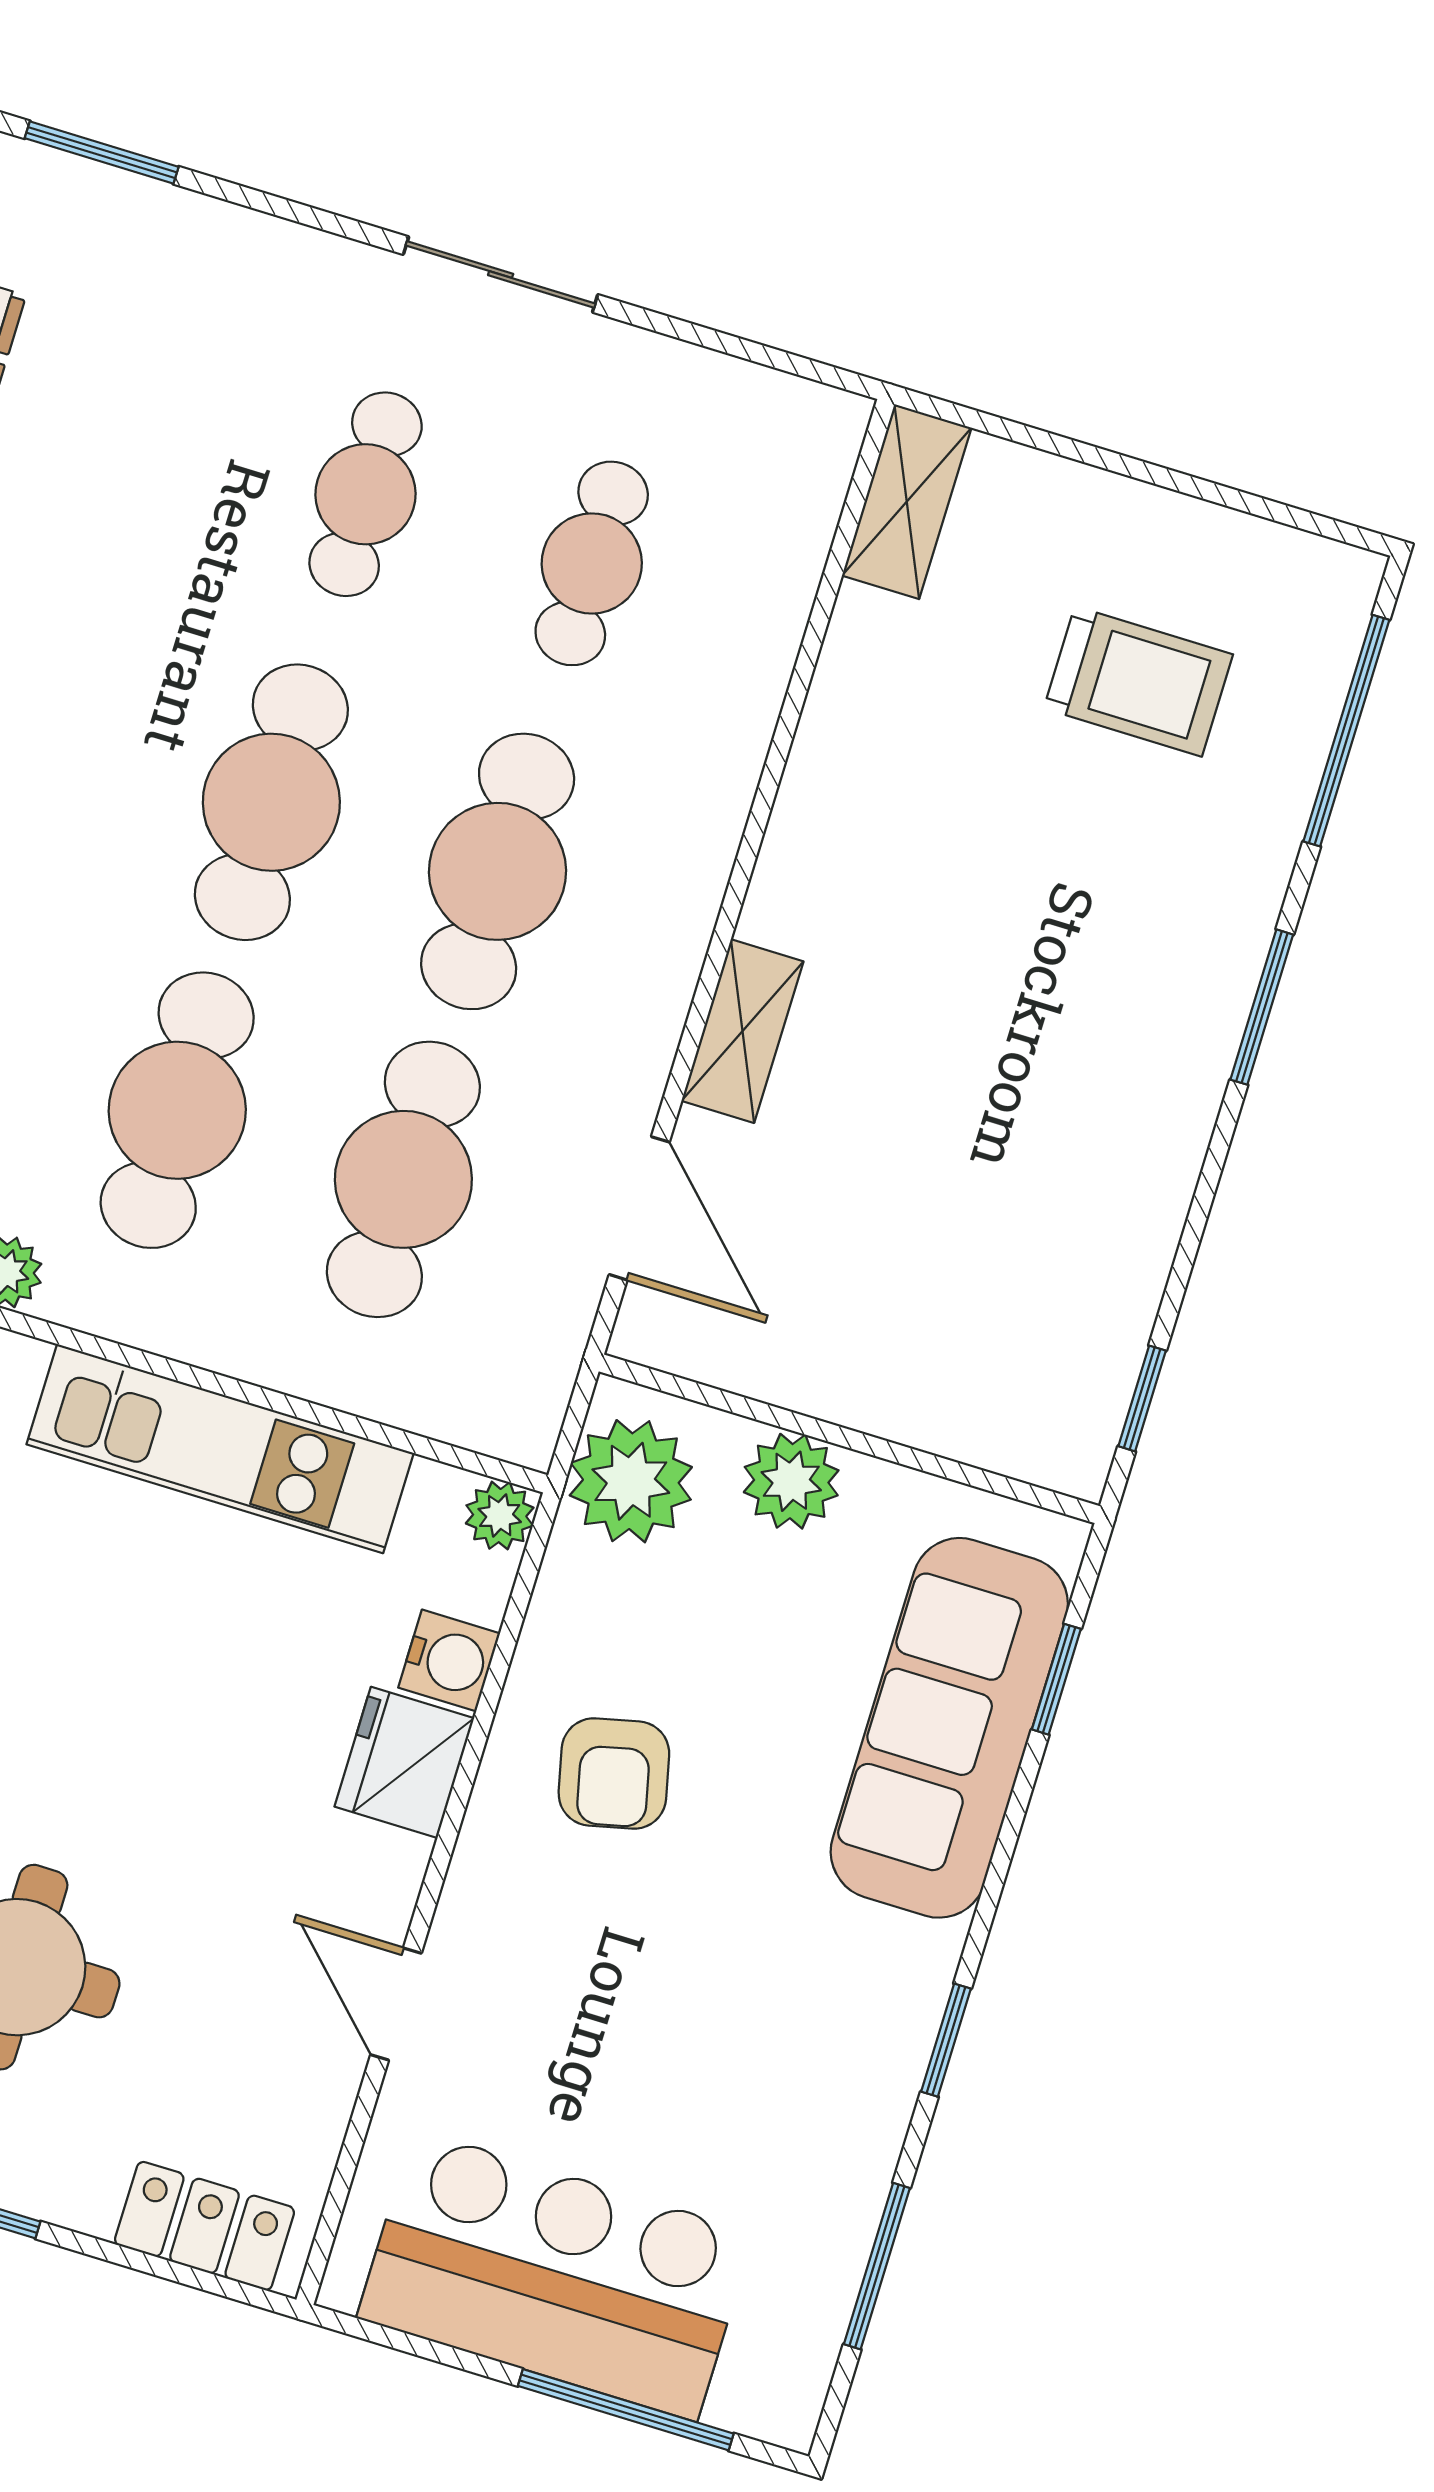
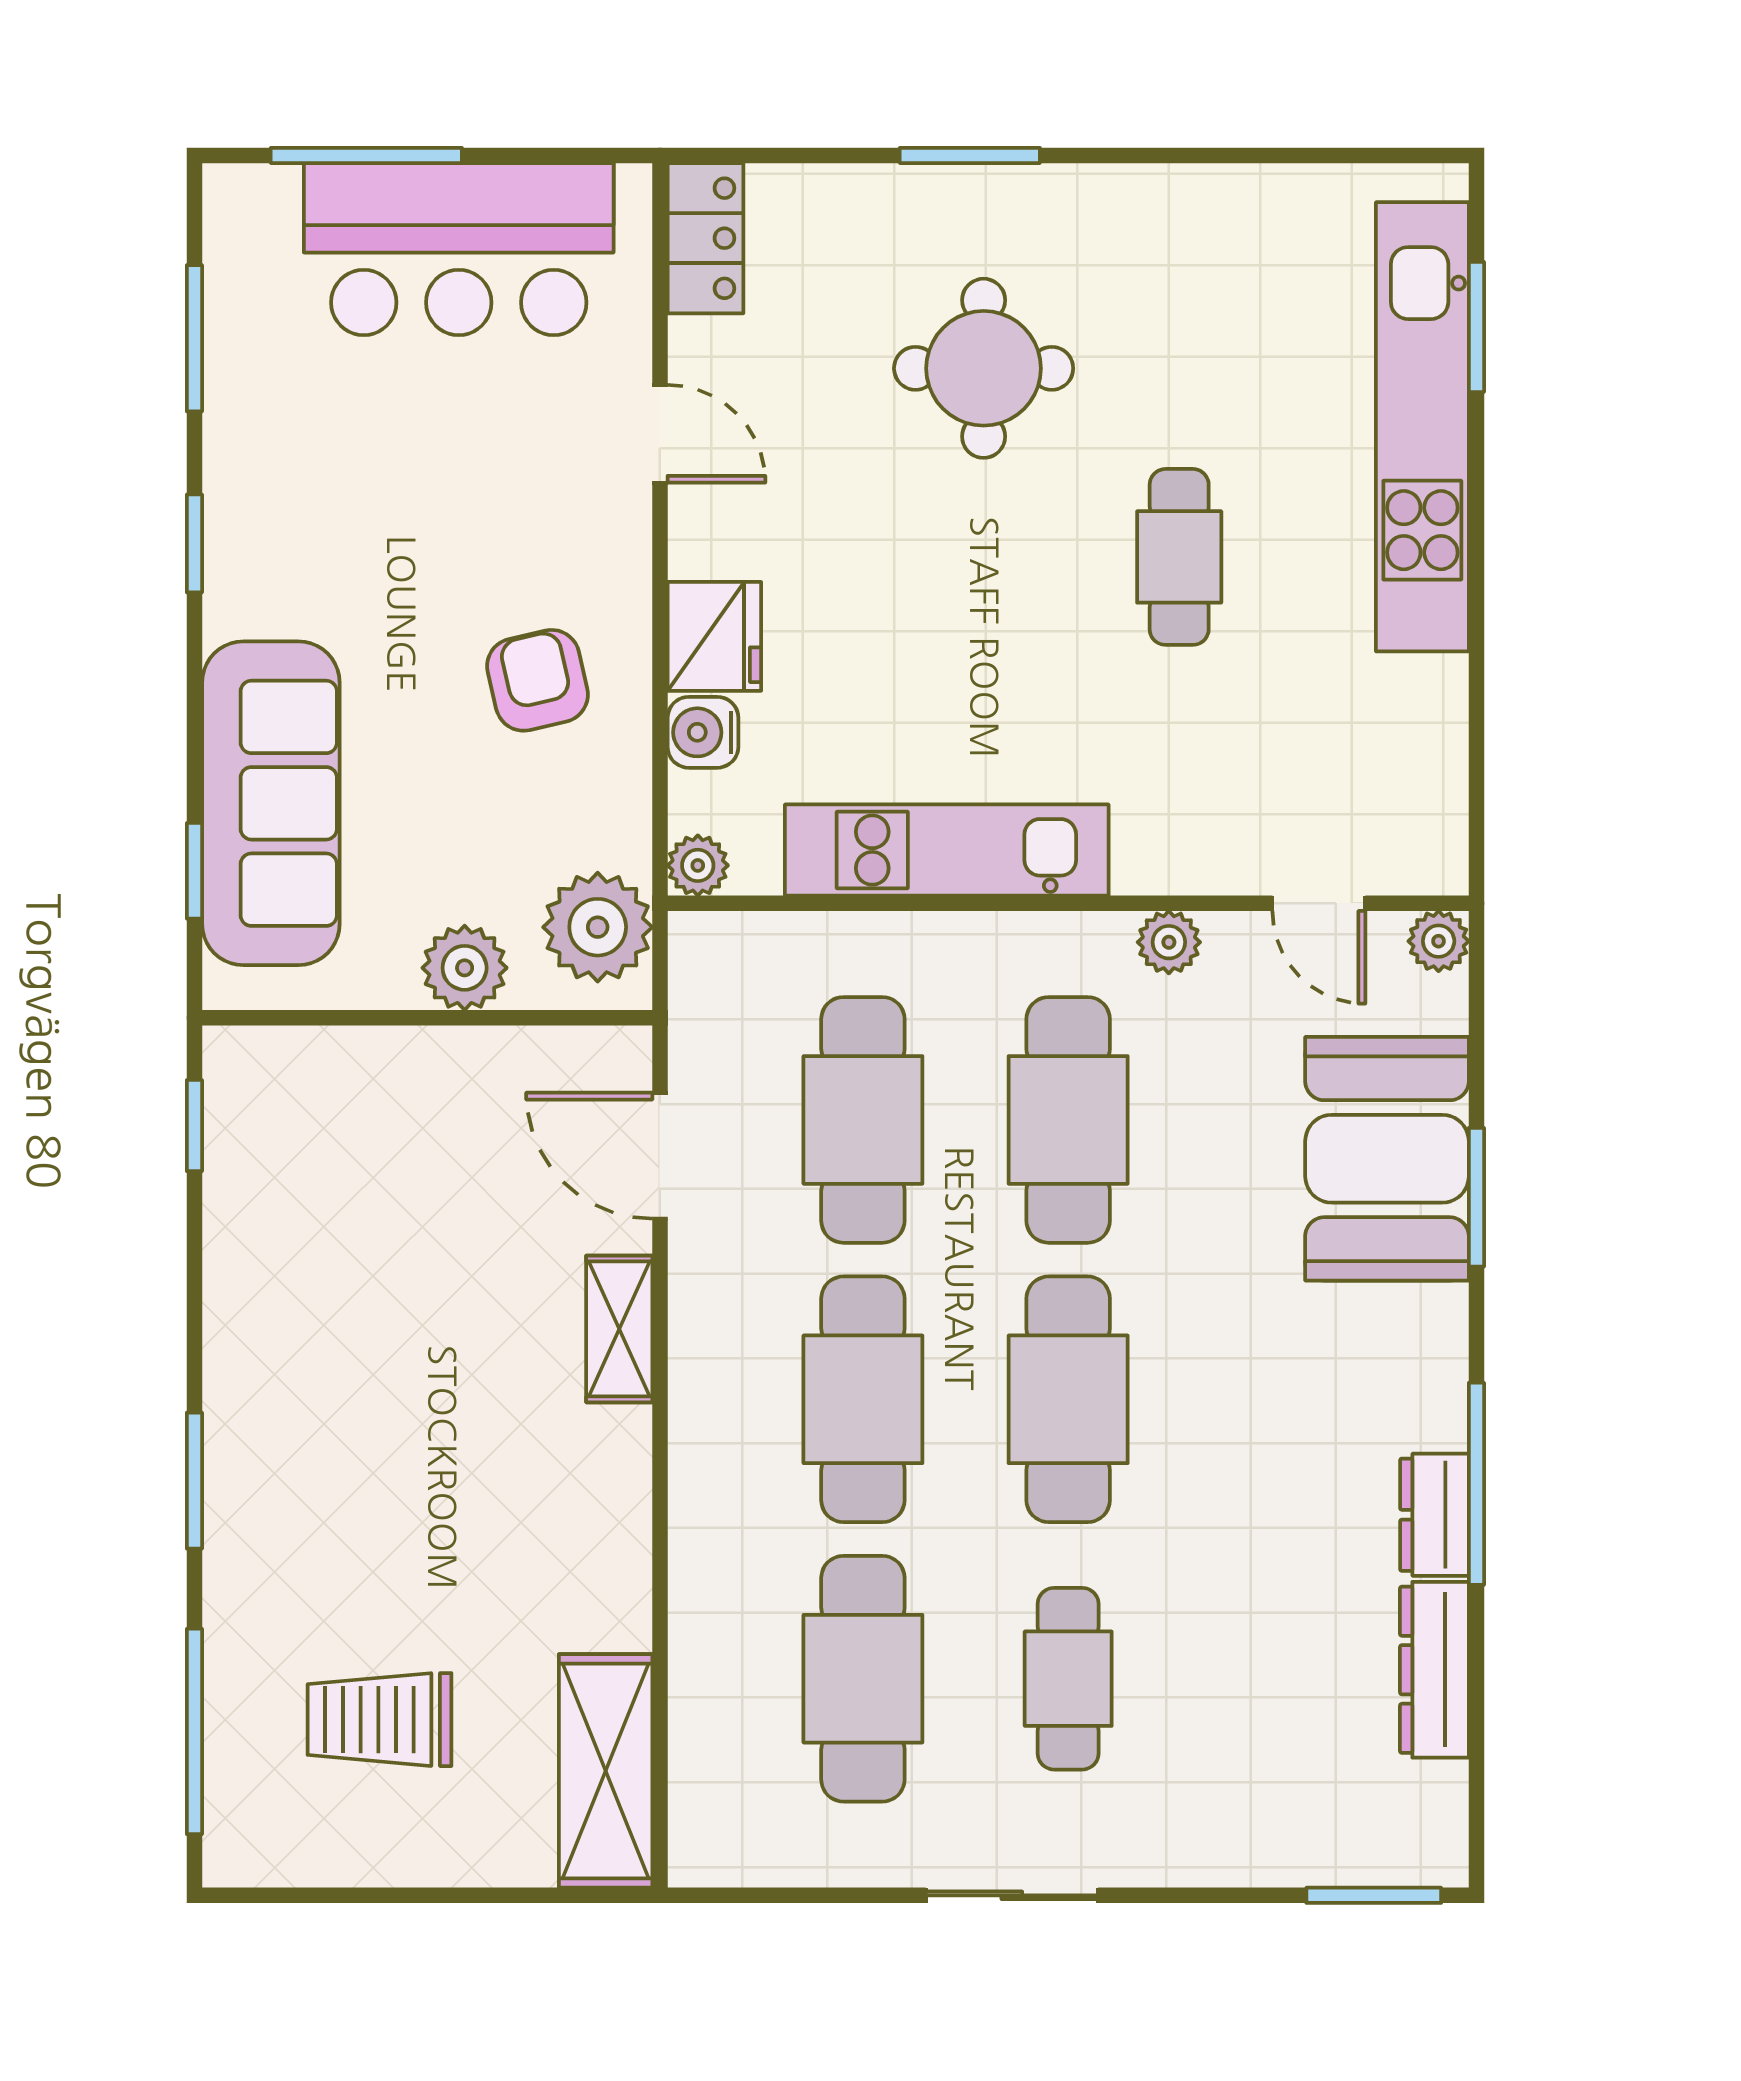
shelving: (907, 502) -> (606, 1771), width x1.50, depth x1.33
cafe table: (592, 563) -> (863, 1679), width x1.37, depth x1.35
locker: (204, 2226) -> (705, 238), moved, turned -90

